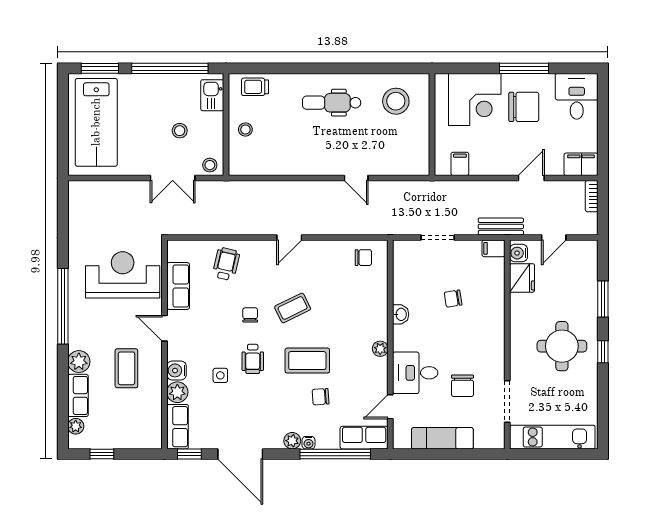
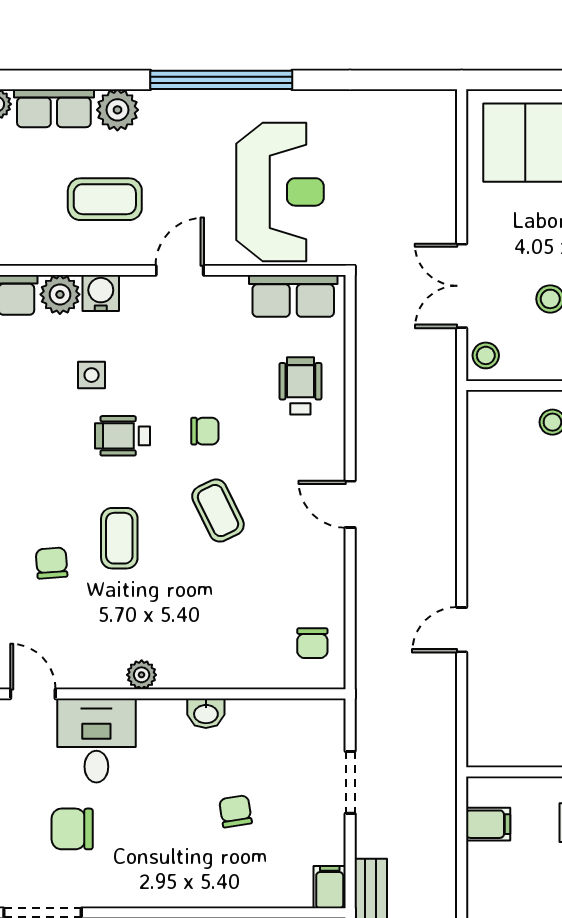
wheelchair: (226, 264) -> (300, 386), turned -103
row of seats: (178, 286) -> (293, 296), moved
coffee table: (307, 361) -> (119, 538), width x0.73, depth x0.77

